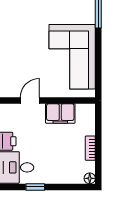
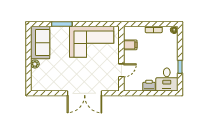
door: (30, 101) -> (121, 70), swing flipped
filing cabinet: (60, 114) -> (130, 45), width x0.50

